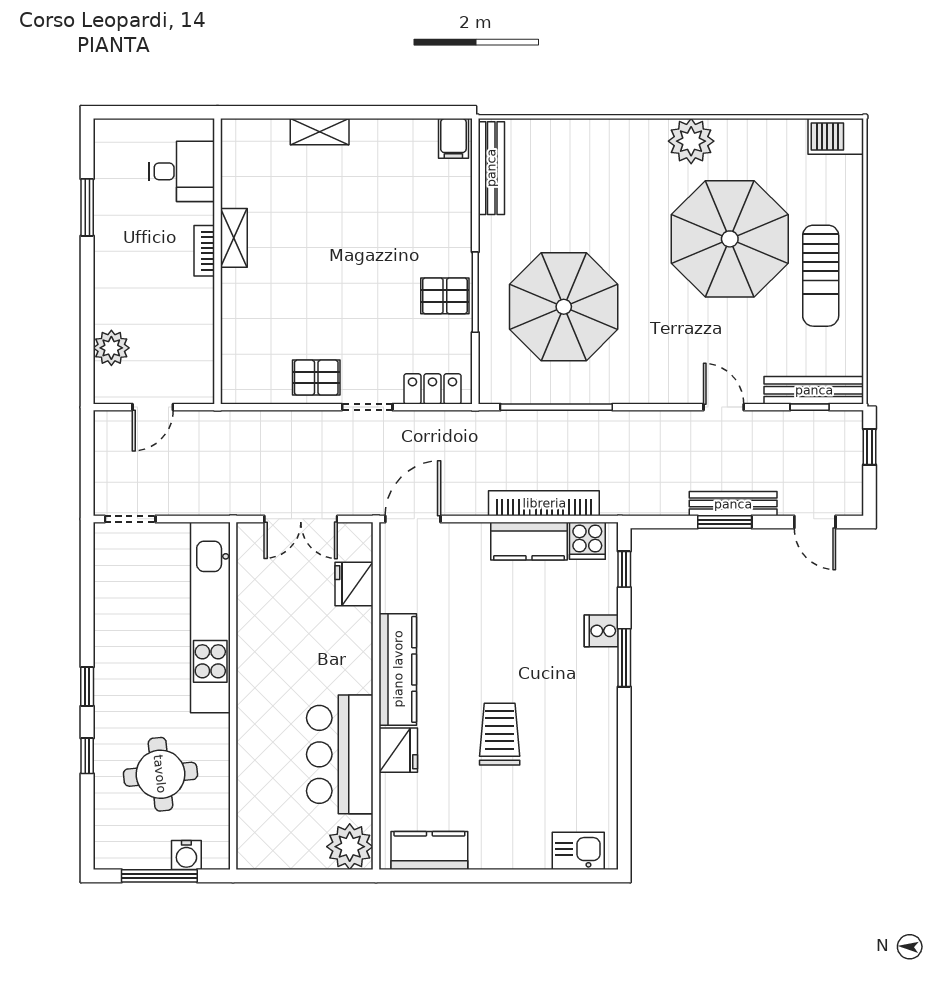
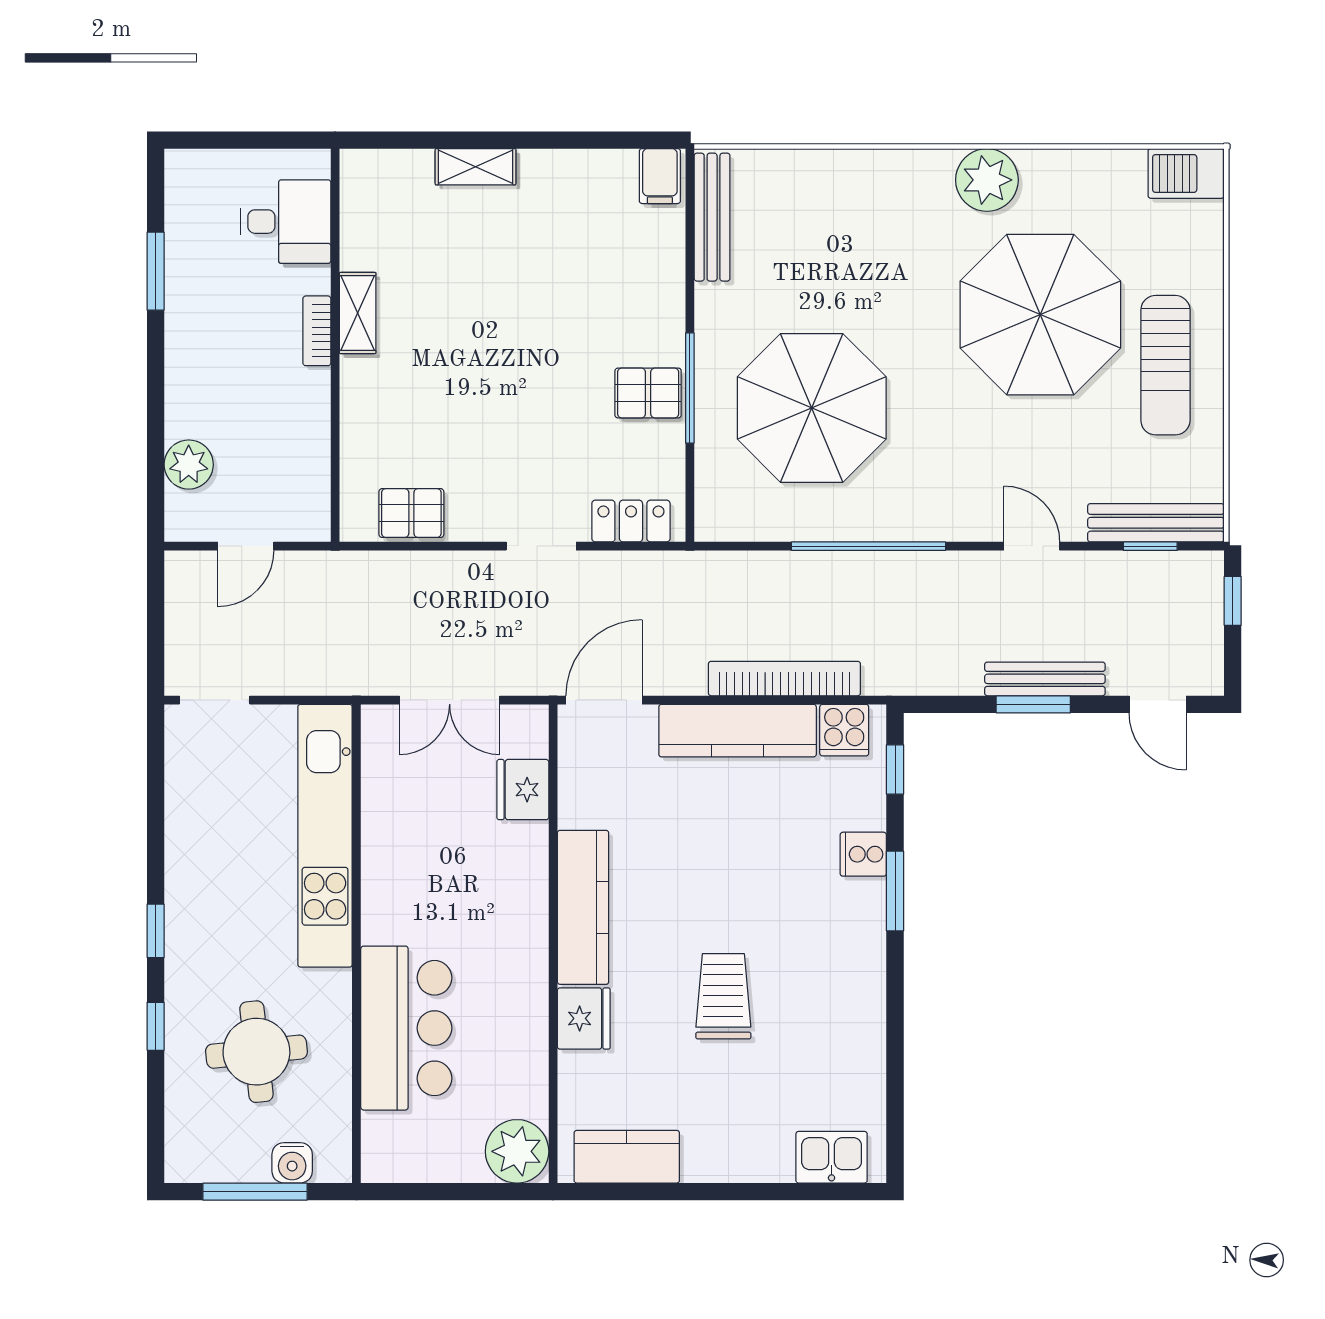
pallet: (316, 378) -> (411, 513), moved
window: (556, 407) -> (868, 546), moved
kitchen counter: (529, 541) -> (738, 731), width x1.50
bar counter: (340, 754) -> (406, 1028), moved, turned 180

